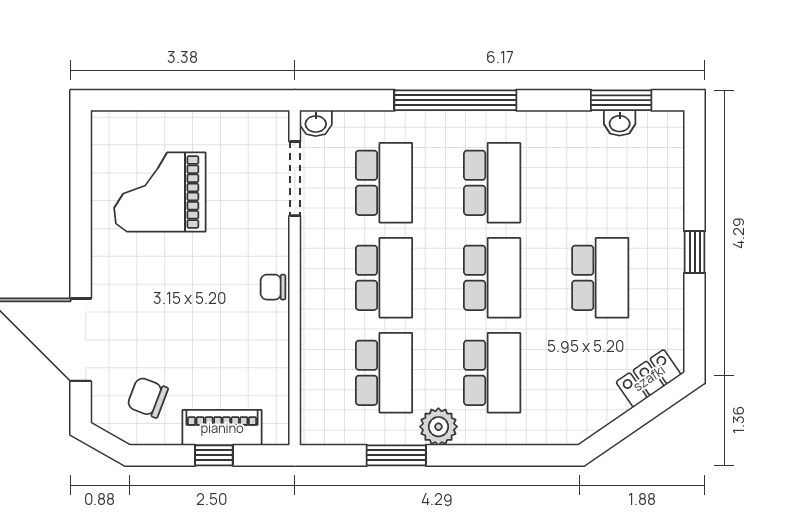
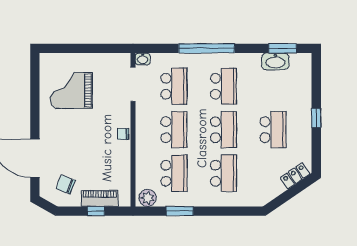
washbasin: (620, 123) -> (275, 61), width x1.91, depth x1.45
plant: (438, 427) -> (148, 198), moved

